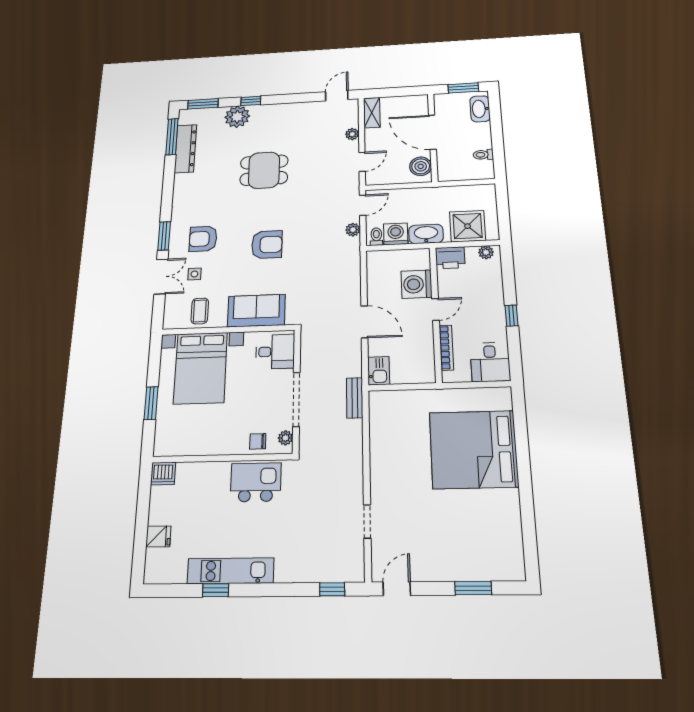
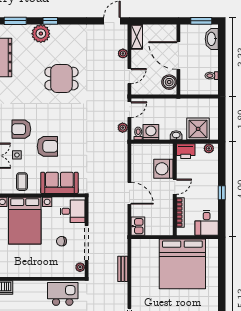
washbasin: (426, 234) -> (176, 135), width x0.52, depth x0.69
armchair: (267, 245) -> (47, 146), moved
bench: (355, 398) -> (123, 269), moved
chair: (258, 441) -> (61, 241), moved
bed: (473, 449) -> (182, 264), moved, turned -90

